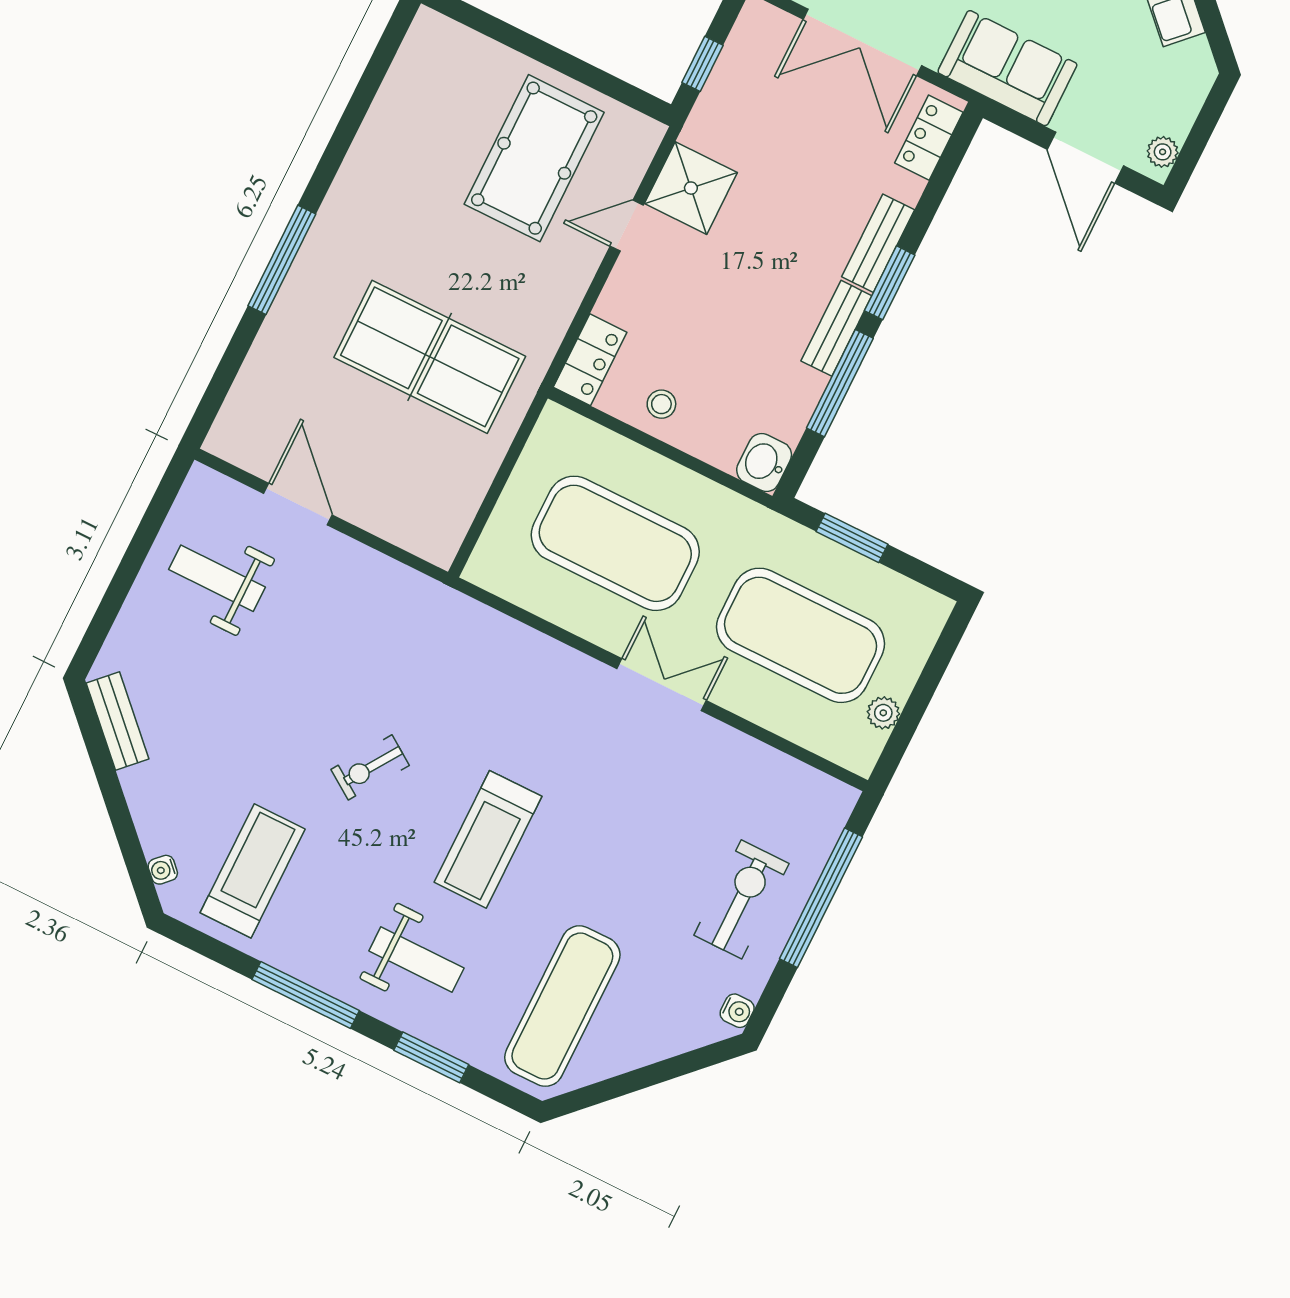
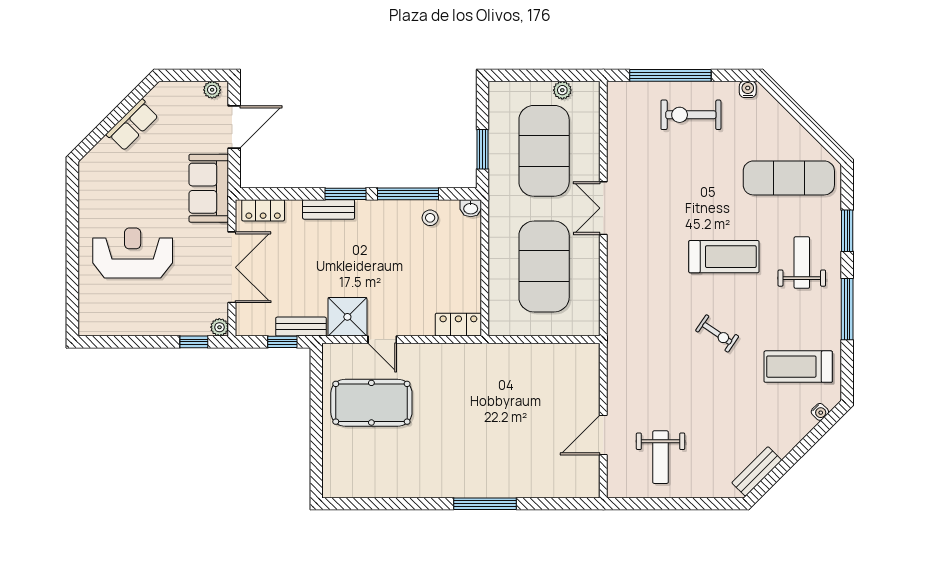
bench: (836, 328) -> (301, 327), moved
table tennis table: (430, 357) -> (497, 406), removed
stool: (661, 404) -> (430, 218), moved
washbasin: (764, 463) -> (471, 208), width x0.72, depth x0.69

